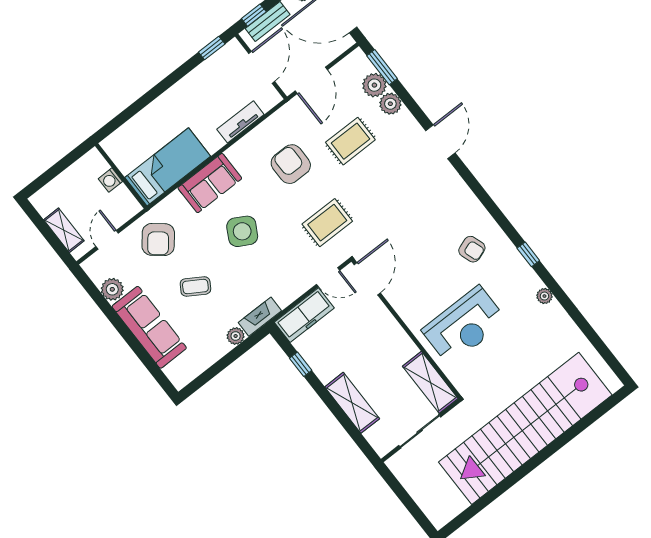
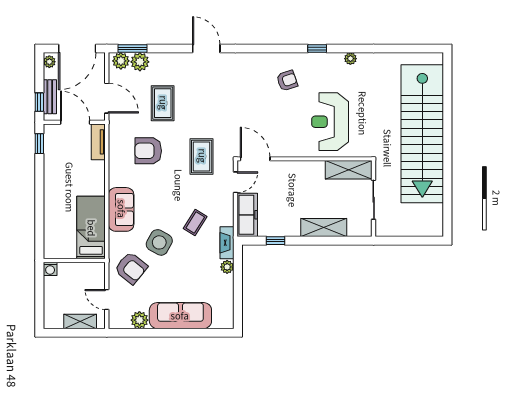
plant: (390, 104) -> (121, 61), moved
tv unit: (240, 122) -> (98, 142), moved
washing machine: (110, 180) -> (50, 269), moved
side table: (242, 231) -> (159, 242), moved
coffee table: (195, 286) -> (195, 223), moved
reception desk: (464, 325) -> (330, 122), turned 180

